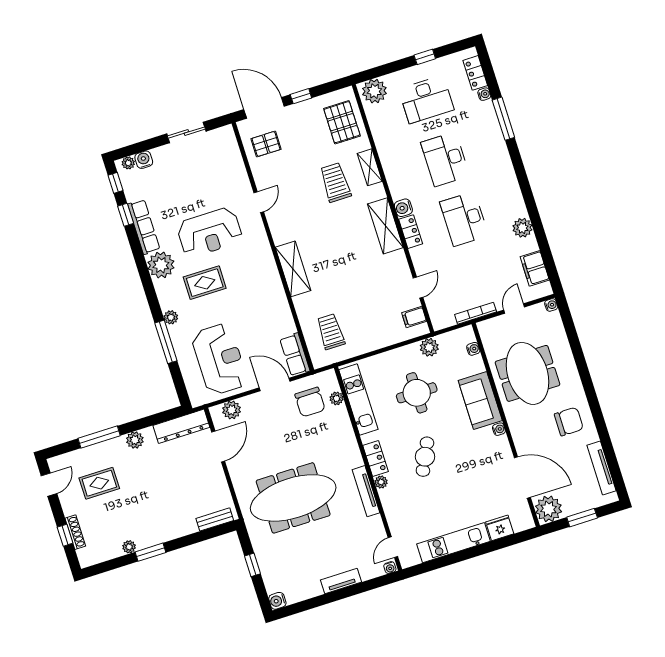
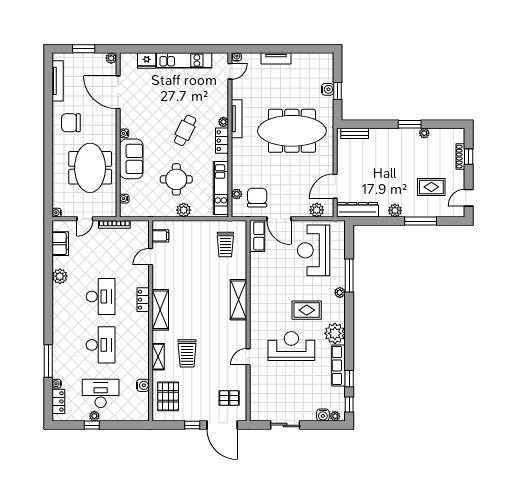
plant: (374, 91) -> (94, 416), moved, width x0.53, depth x0.53
water cooler: (403, 208) -> (143, 385), moved
plant: (429, 347) -> (184, 210), moved
plant: (548, 509) -> (111, 58), width x0.53, depth x0.53
water cooler: (277, 601) -> (328, 89), moved

